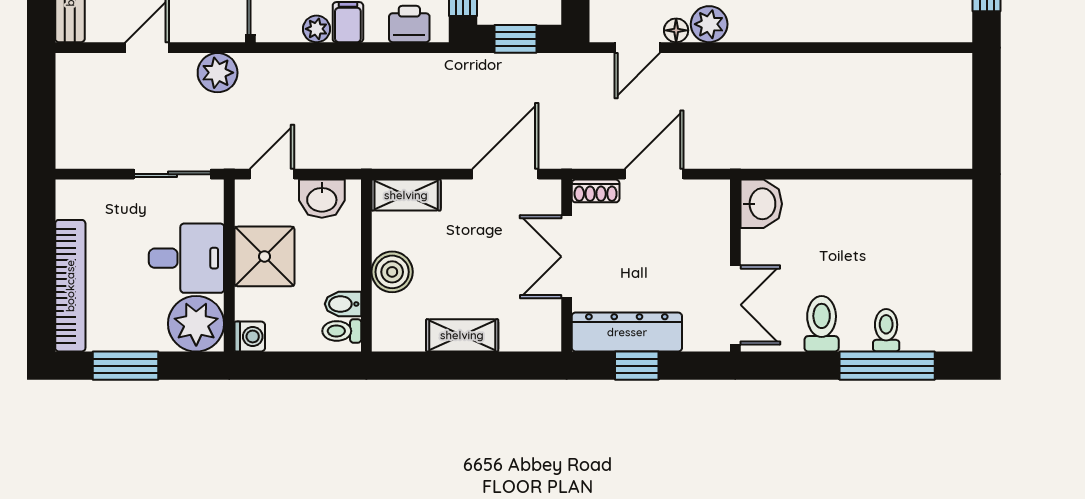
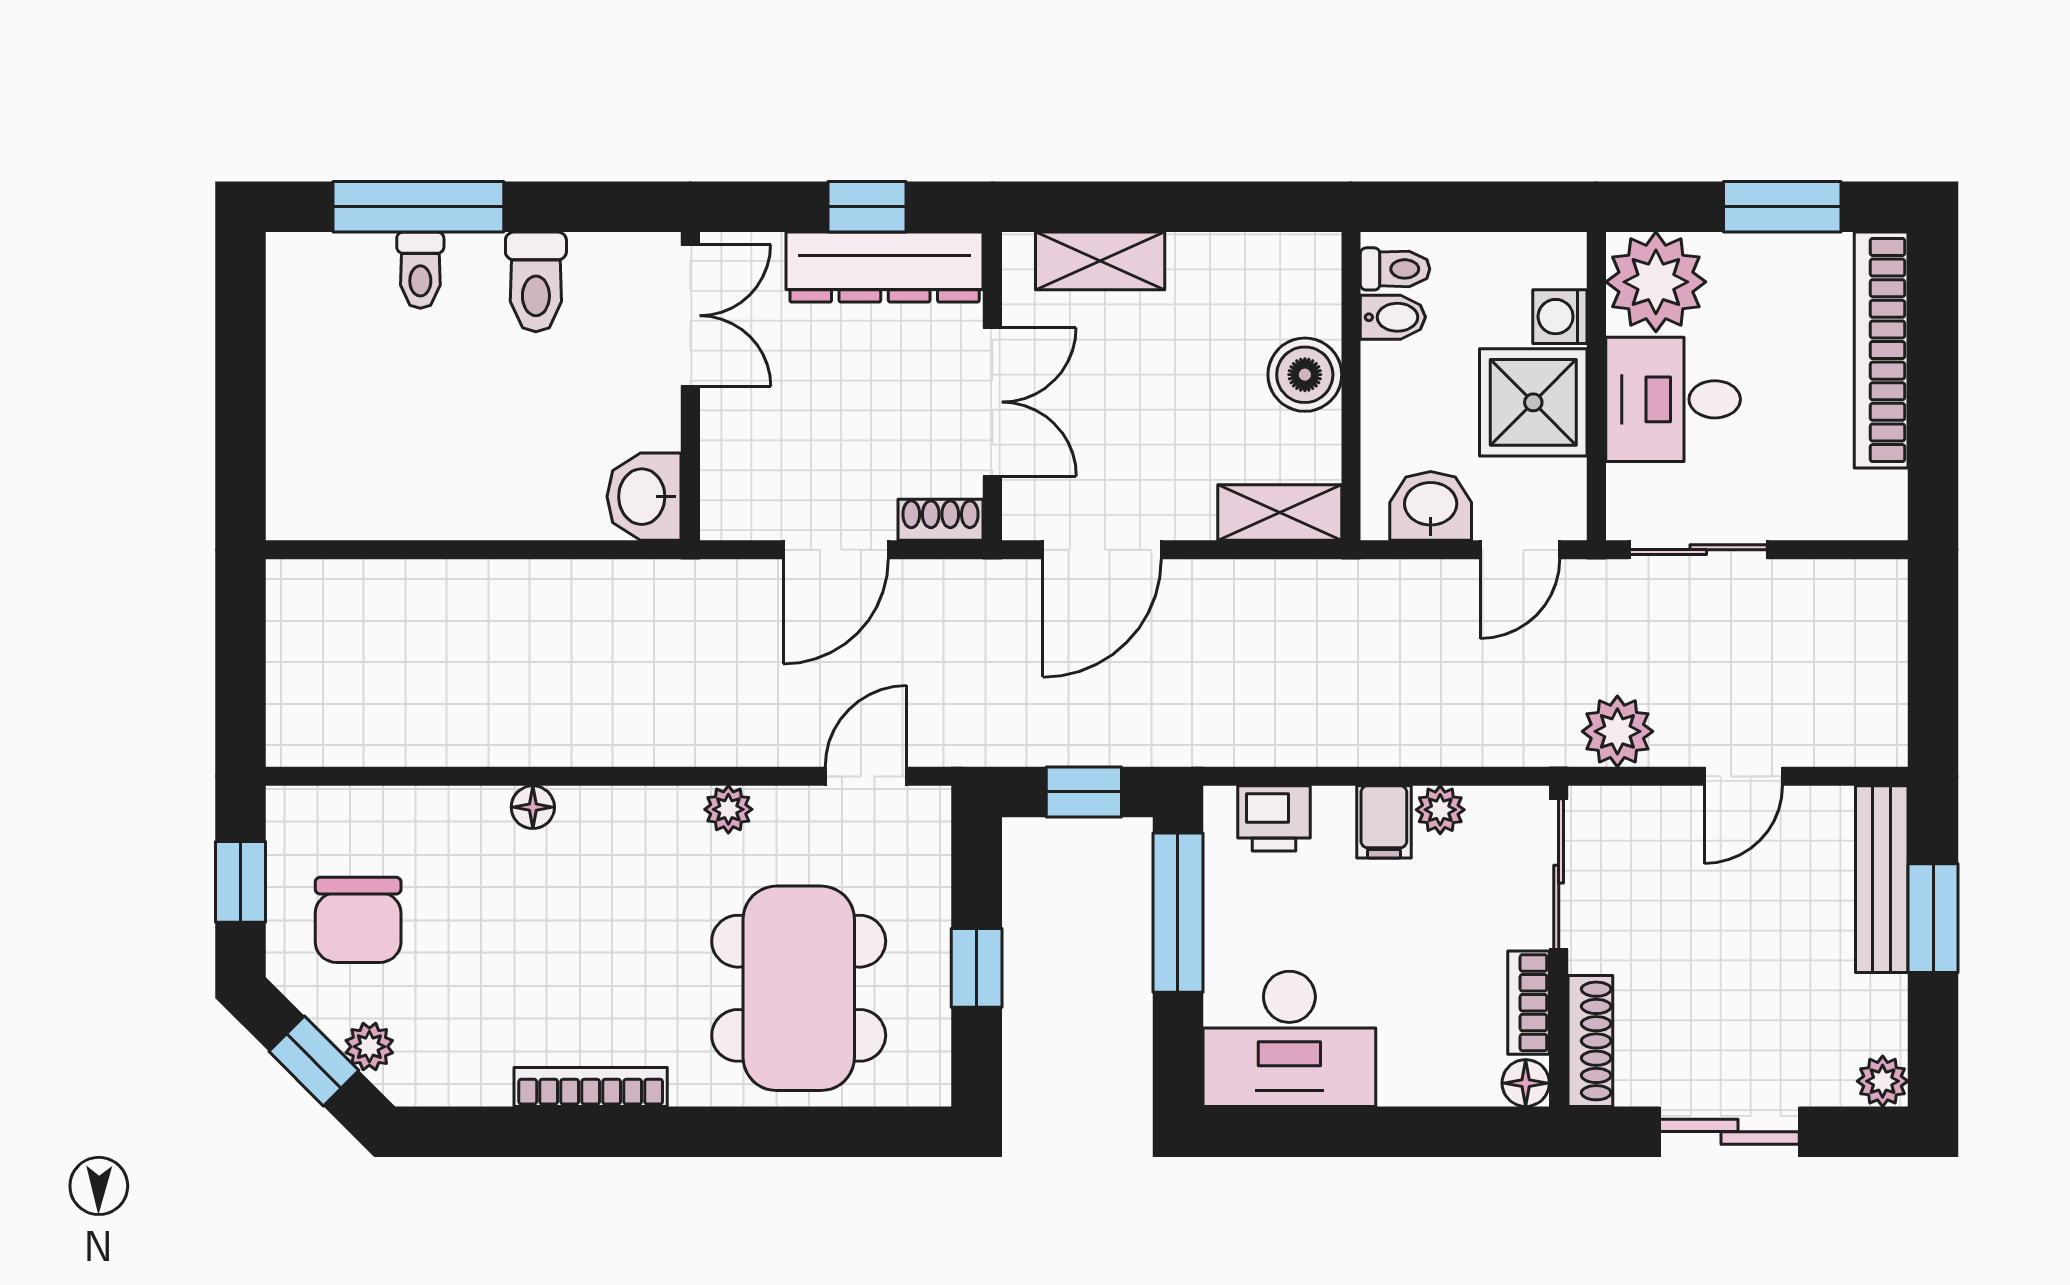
plant: (709, 24) -> (728, 809), width x0.73, depth x0.73
floor lamp: (676, 30) -> (533, 807), moved
double door: (735, 305) -> (690, 316), swing flipped
shelving: (462, 335) -> (1100, 261), moved
washing machine: (250, 336) -> (1560, 317), moved

